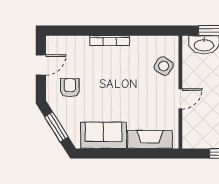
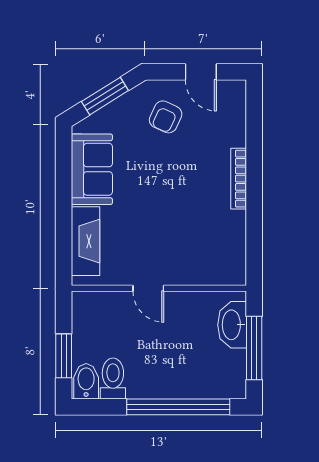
side table: (164, 66) -> (199, 262), removed
armchair: (70, 88) -> (166, 117), turned 115

